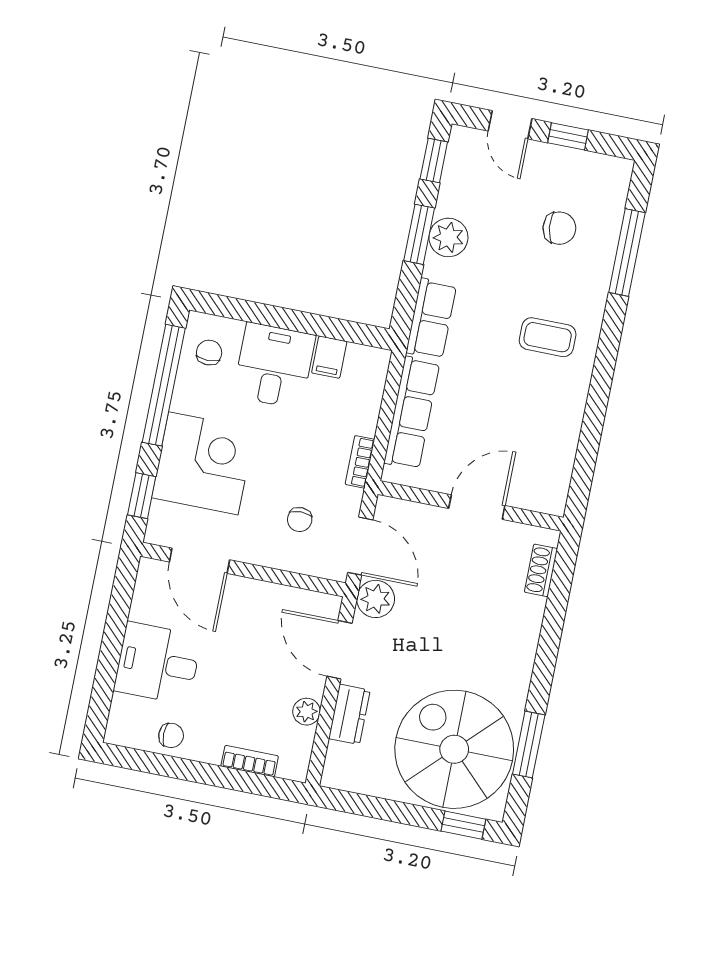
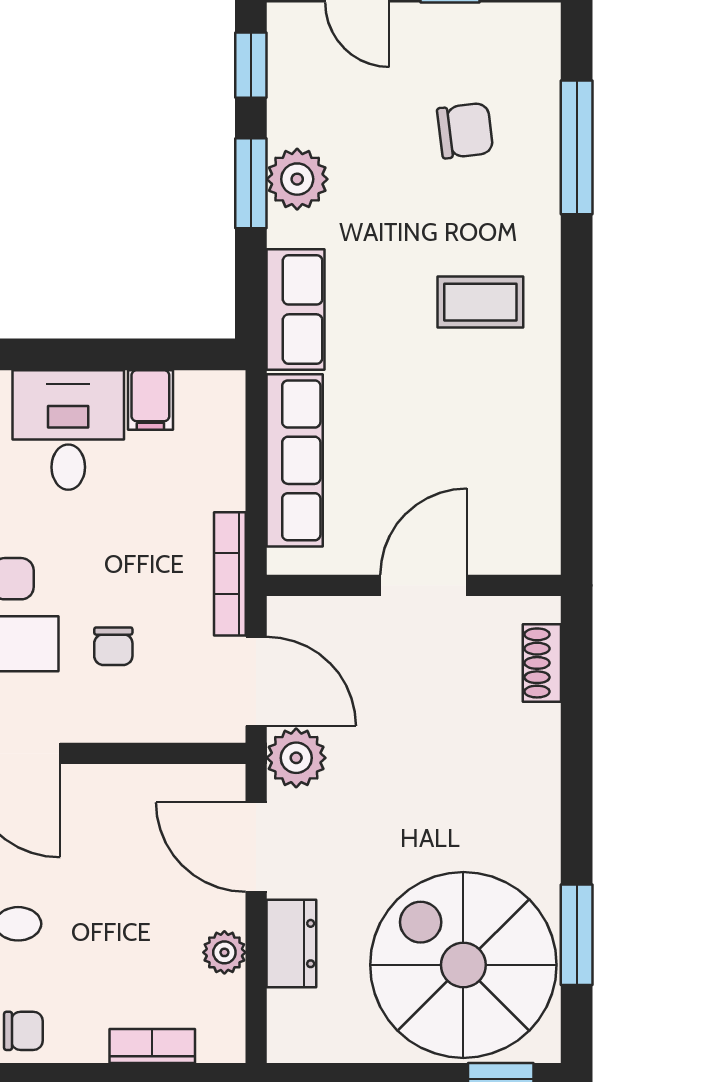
bookcase: (360, 462) -> (230, 574), width x1.56
chair: (300, 520) -> (113, 646), moved

